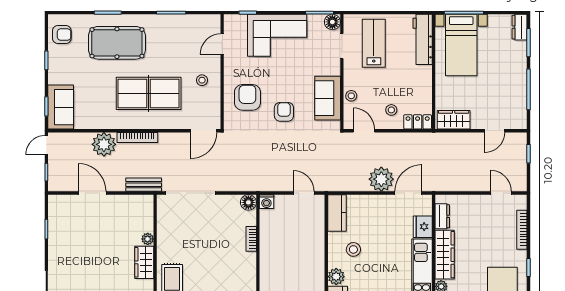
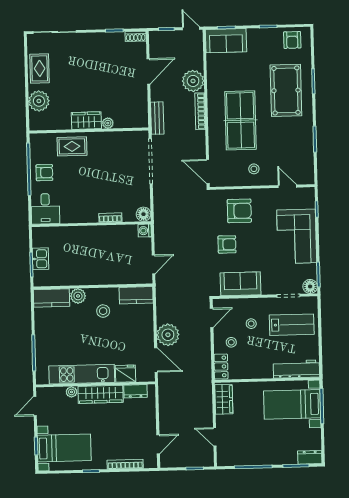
stool: (351, 96) -> (251, 324), moved
shoe rack: (53, 206) -> (136, 36), added

